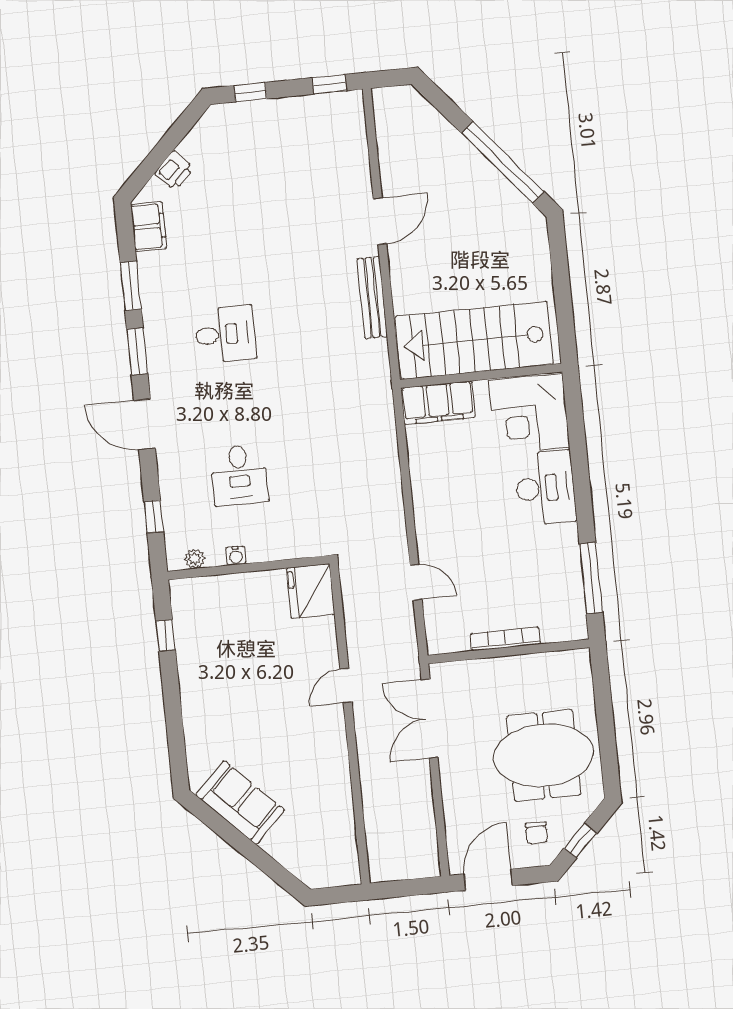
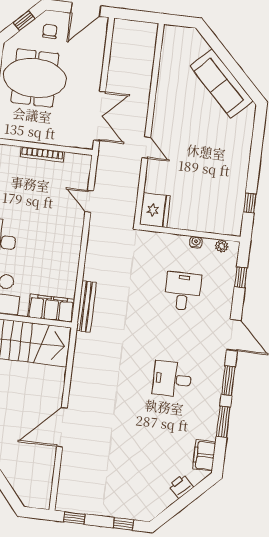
door: (380, 221) -> (62, 427), width x1.36
bench: (372, 298) -> (86, 307), moved
door: (346, 686) -> (146, 148), hinge flipped
sofa: (240, 803) -> (221, 83), width x1.36

